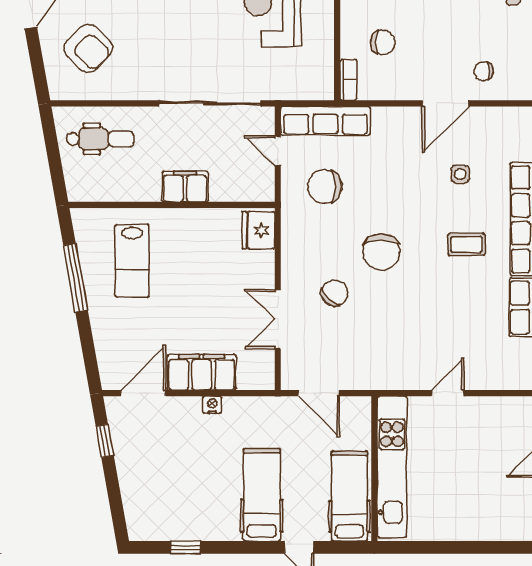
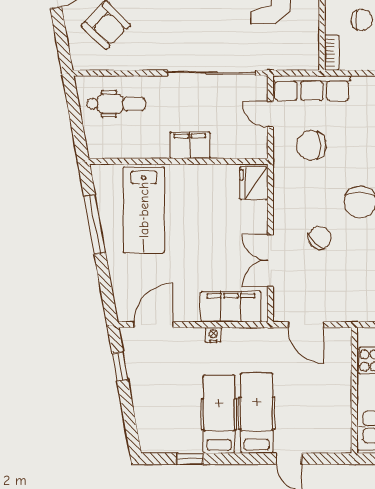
lab bench: (132, 261) -> (144, 210), width x1.36, depth x1.39
filing cabinet: (202, 372) -> (231, 307), moved
hospital bed: (350, 496) -> (219, 414), moved

